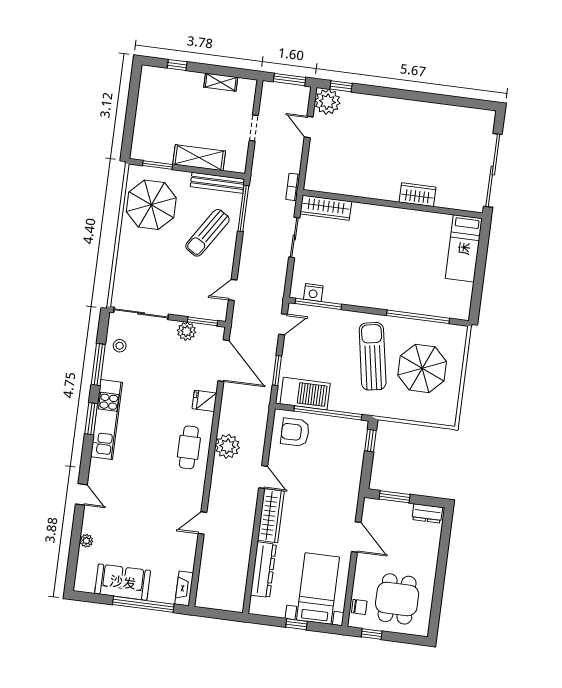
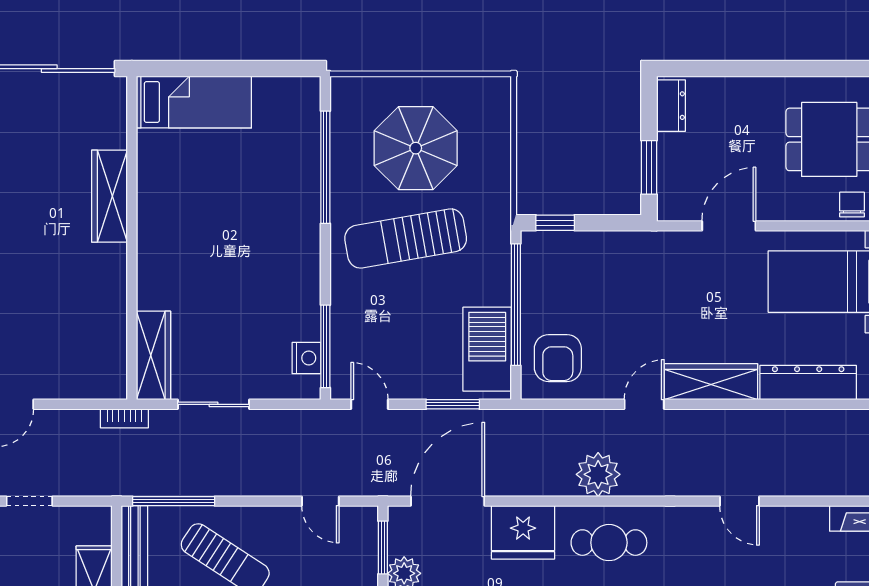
wardrobe: (418, 195) -> (109, 196), width x1.50
fridge: (204, 401) -> (523, 532), width x1.88, depth x1.34

